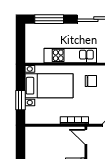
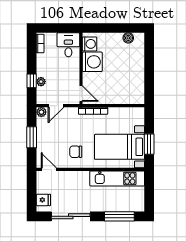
kitchen unit: (70, 55) -> (117, 178), moved
window: (20, 100) -> (149, 144), moved

